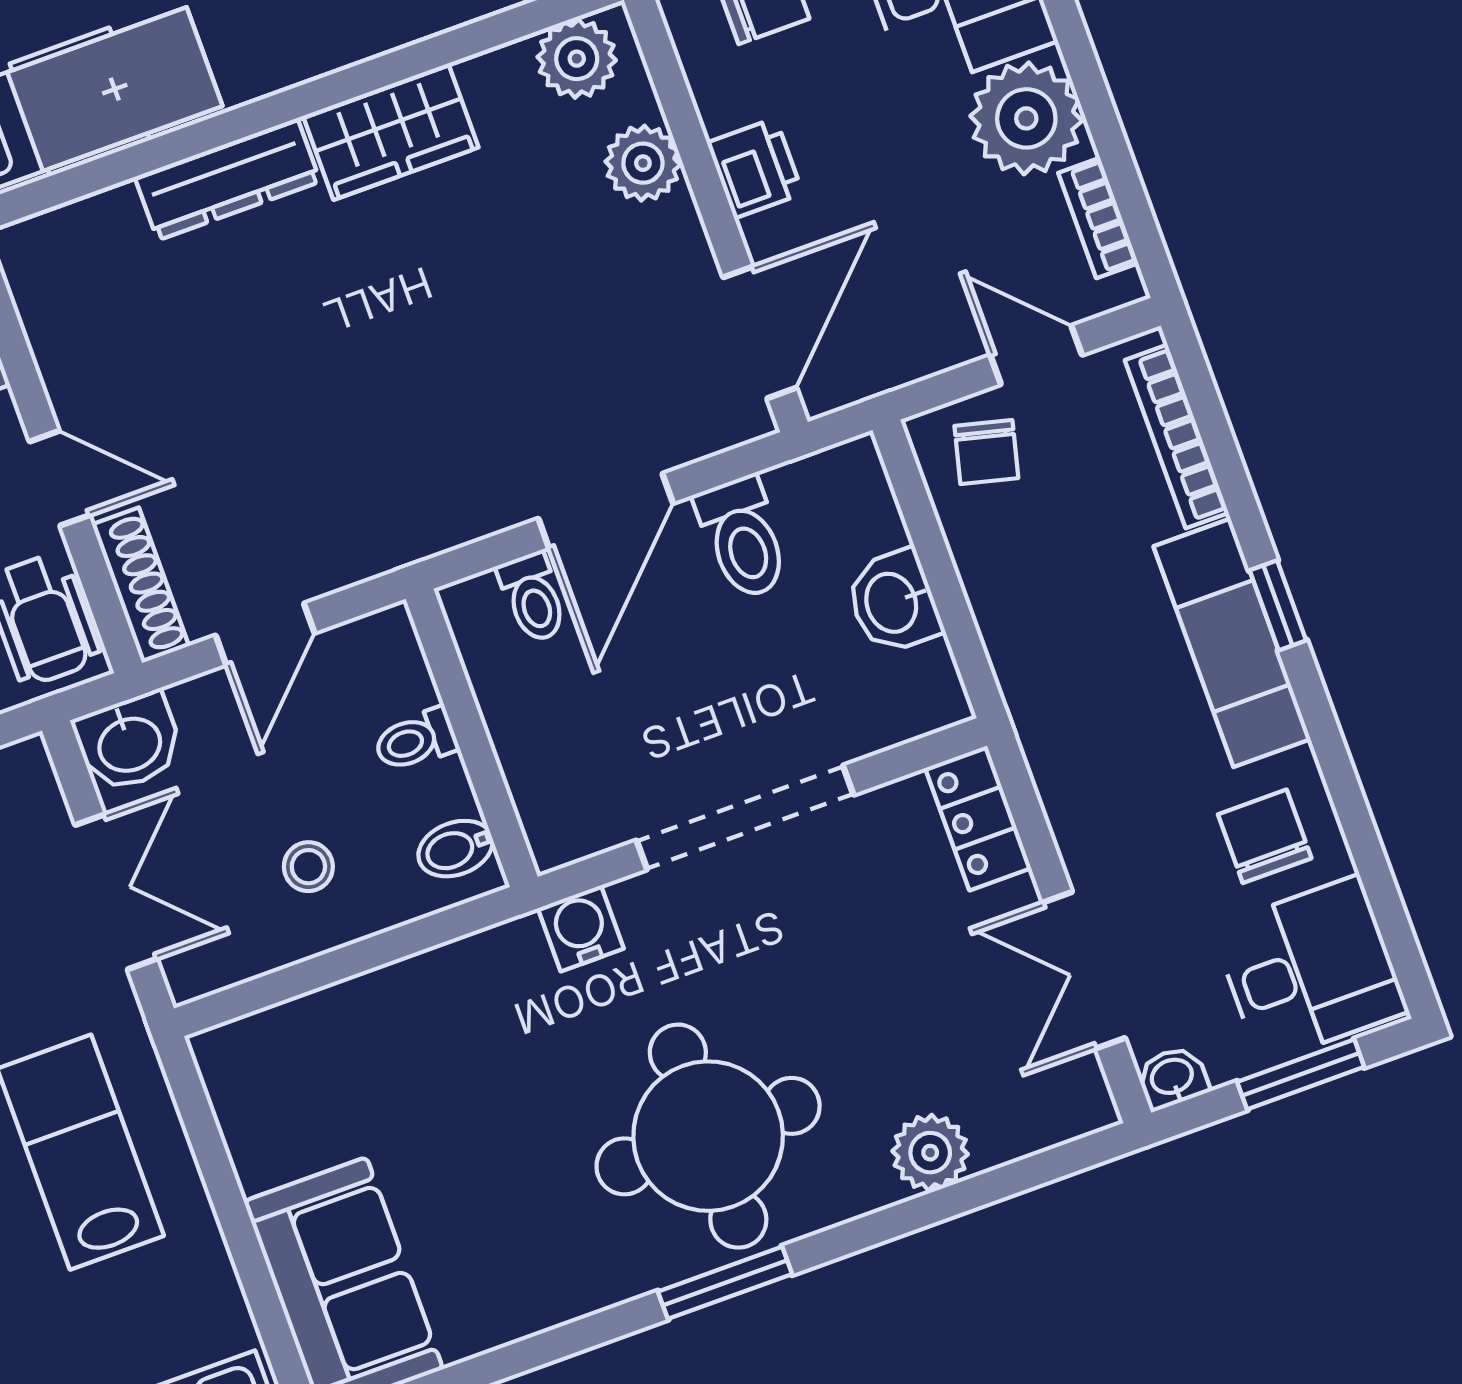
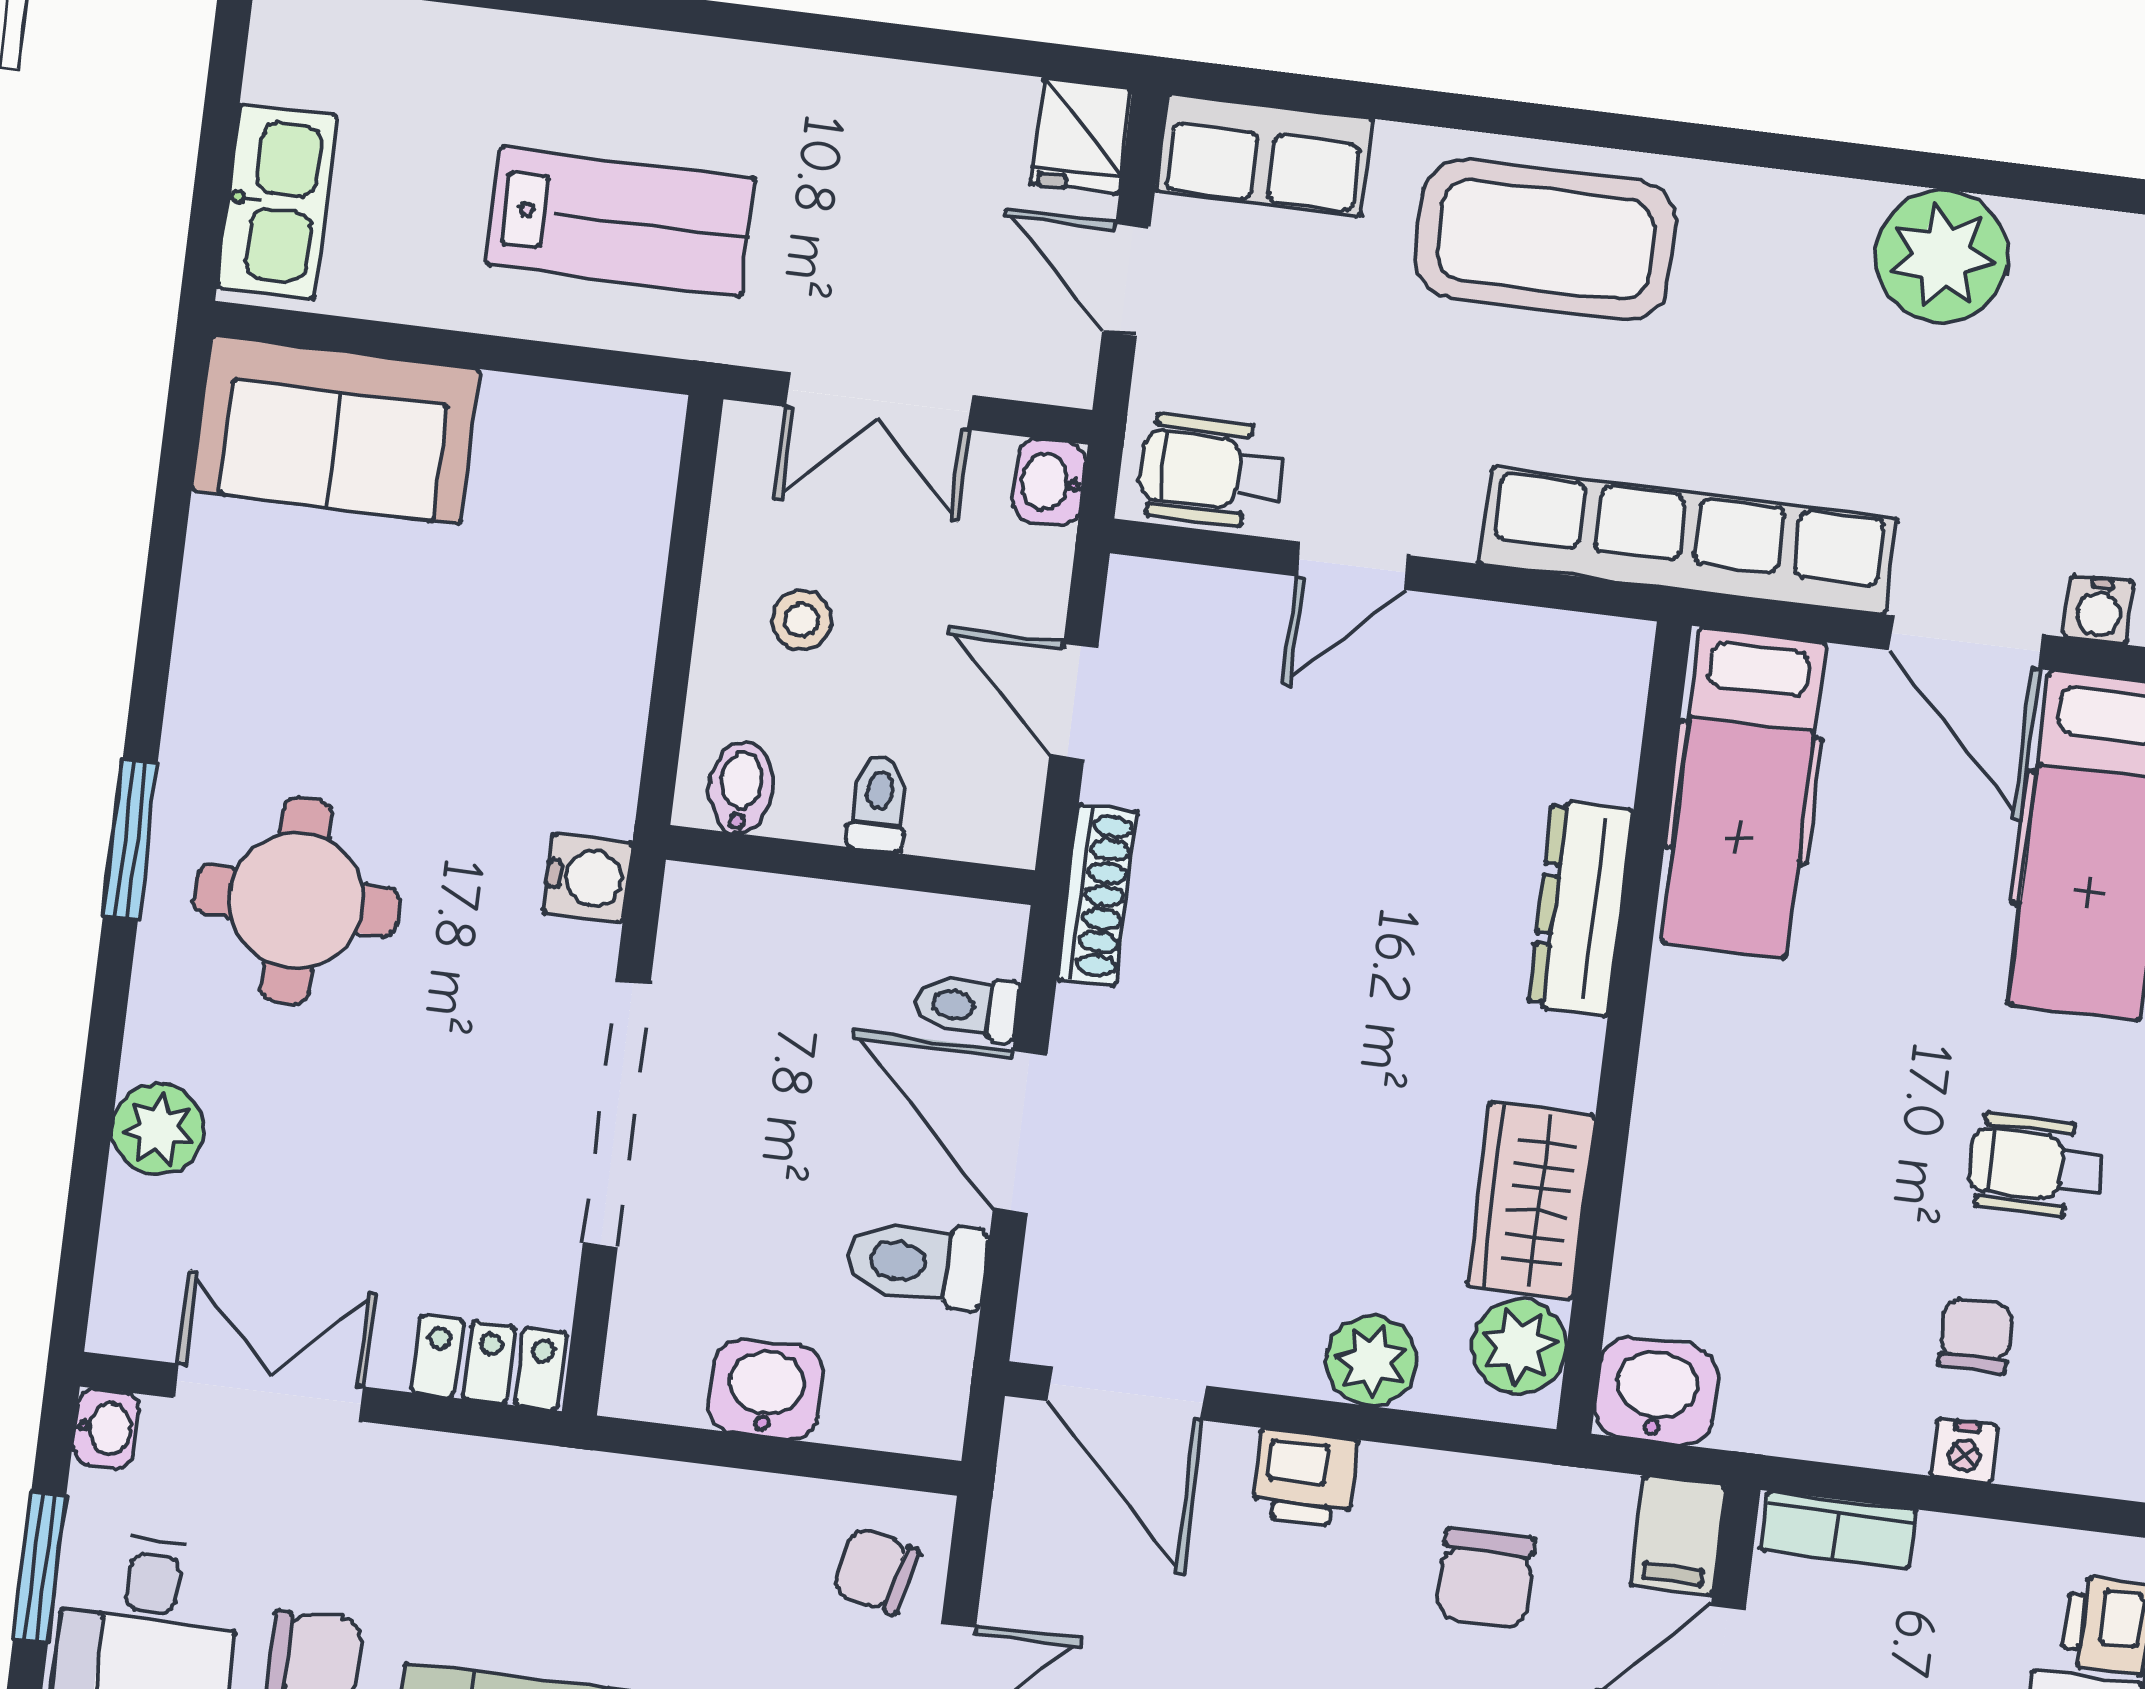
wardrobe: (391, 132) -> (1531, 1200), moved
shoe rack: (140, 585) -> (1098, 895), moved, turned -90
washbasin: (129, 742) -> (1049, 482), width x0.72, depth x0.69
round table: (708, 1136) -> (296, 901), width x0.73, depth x0.73

